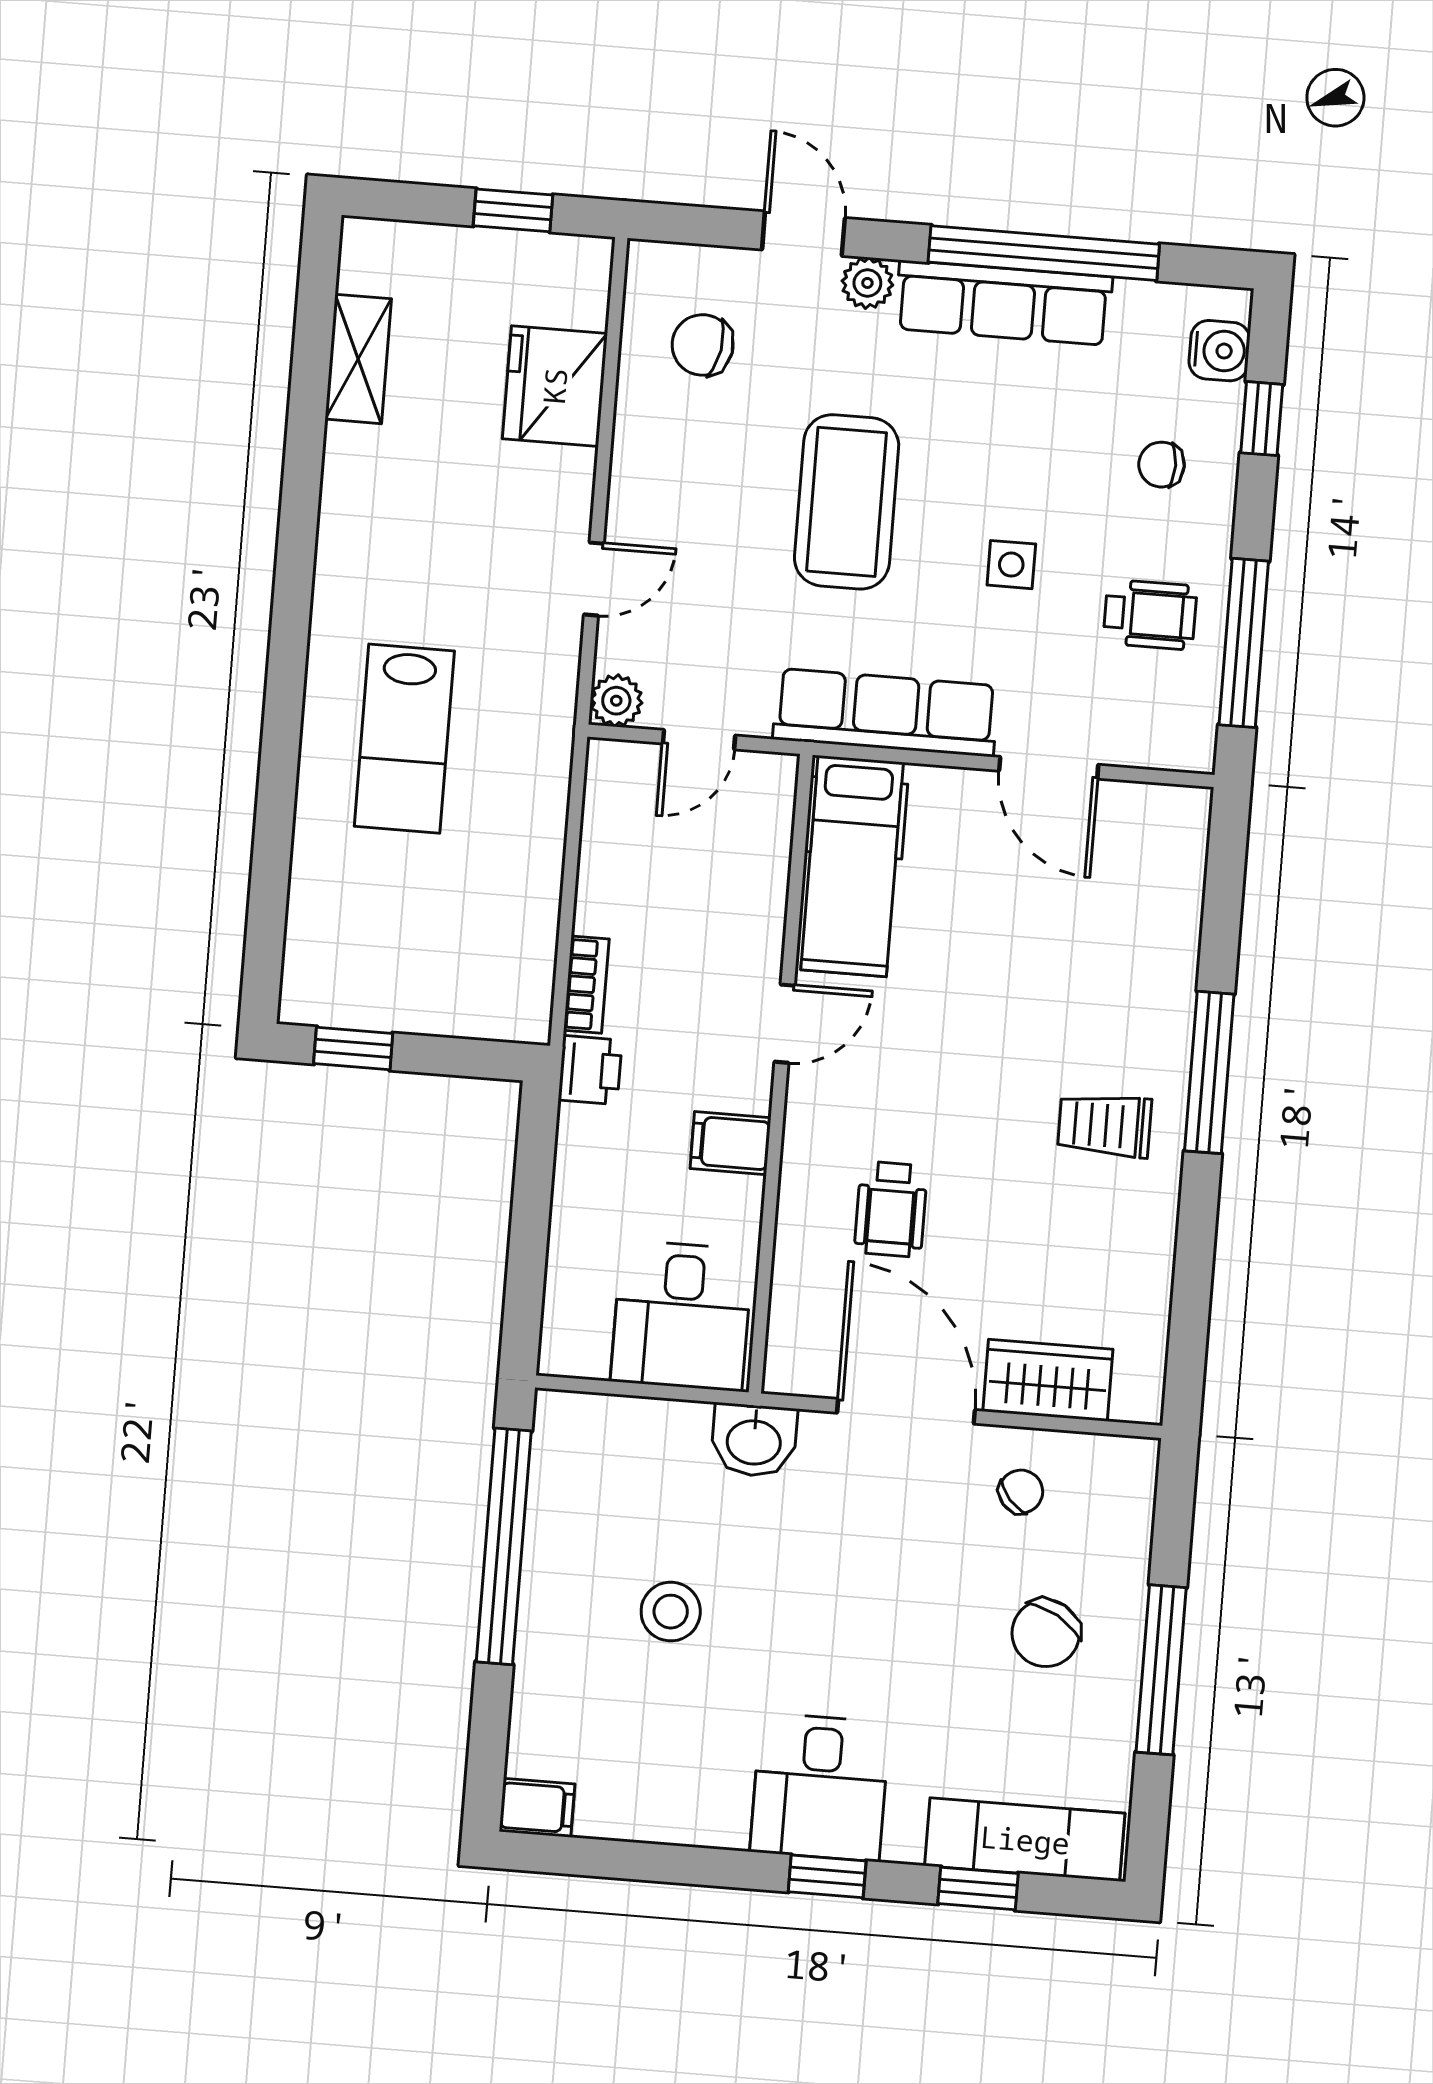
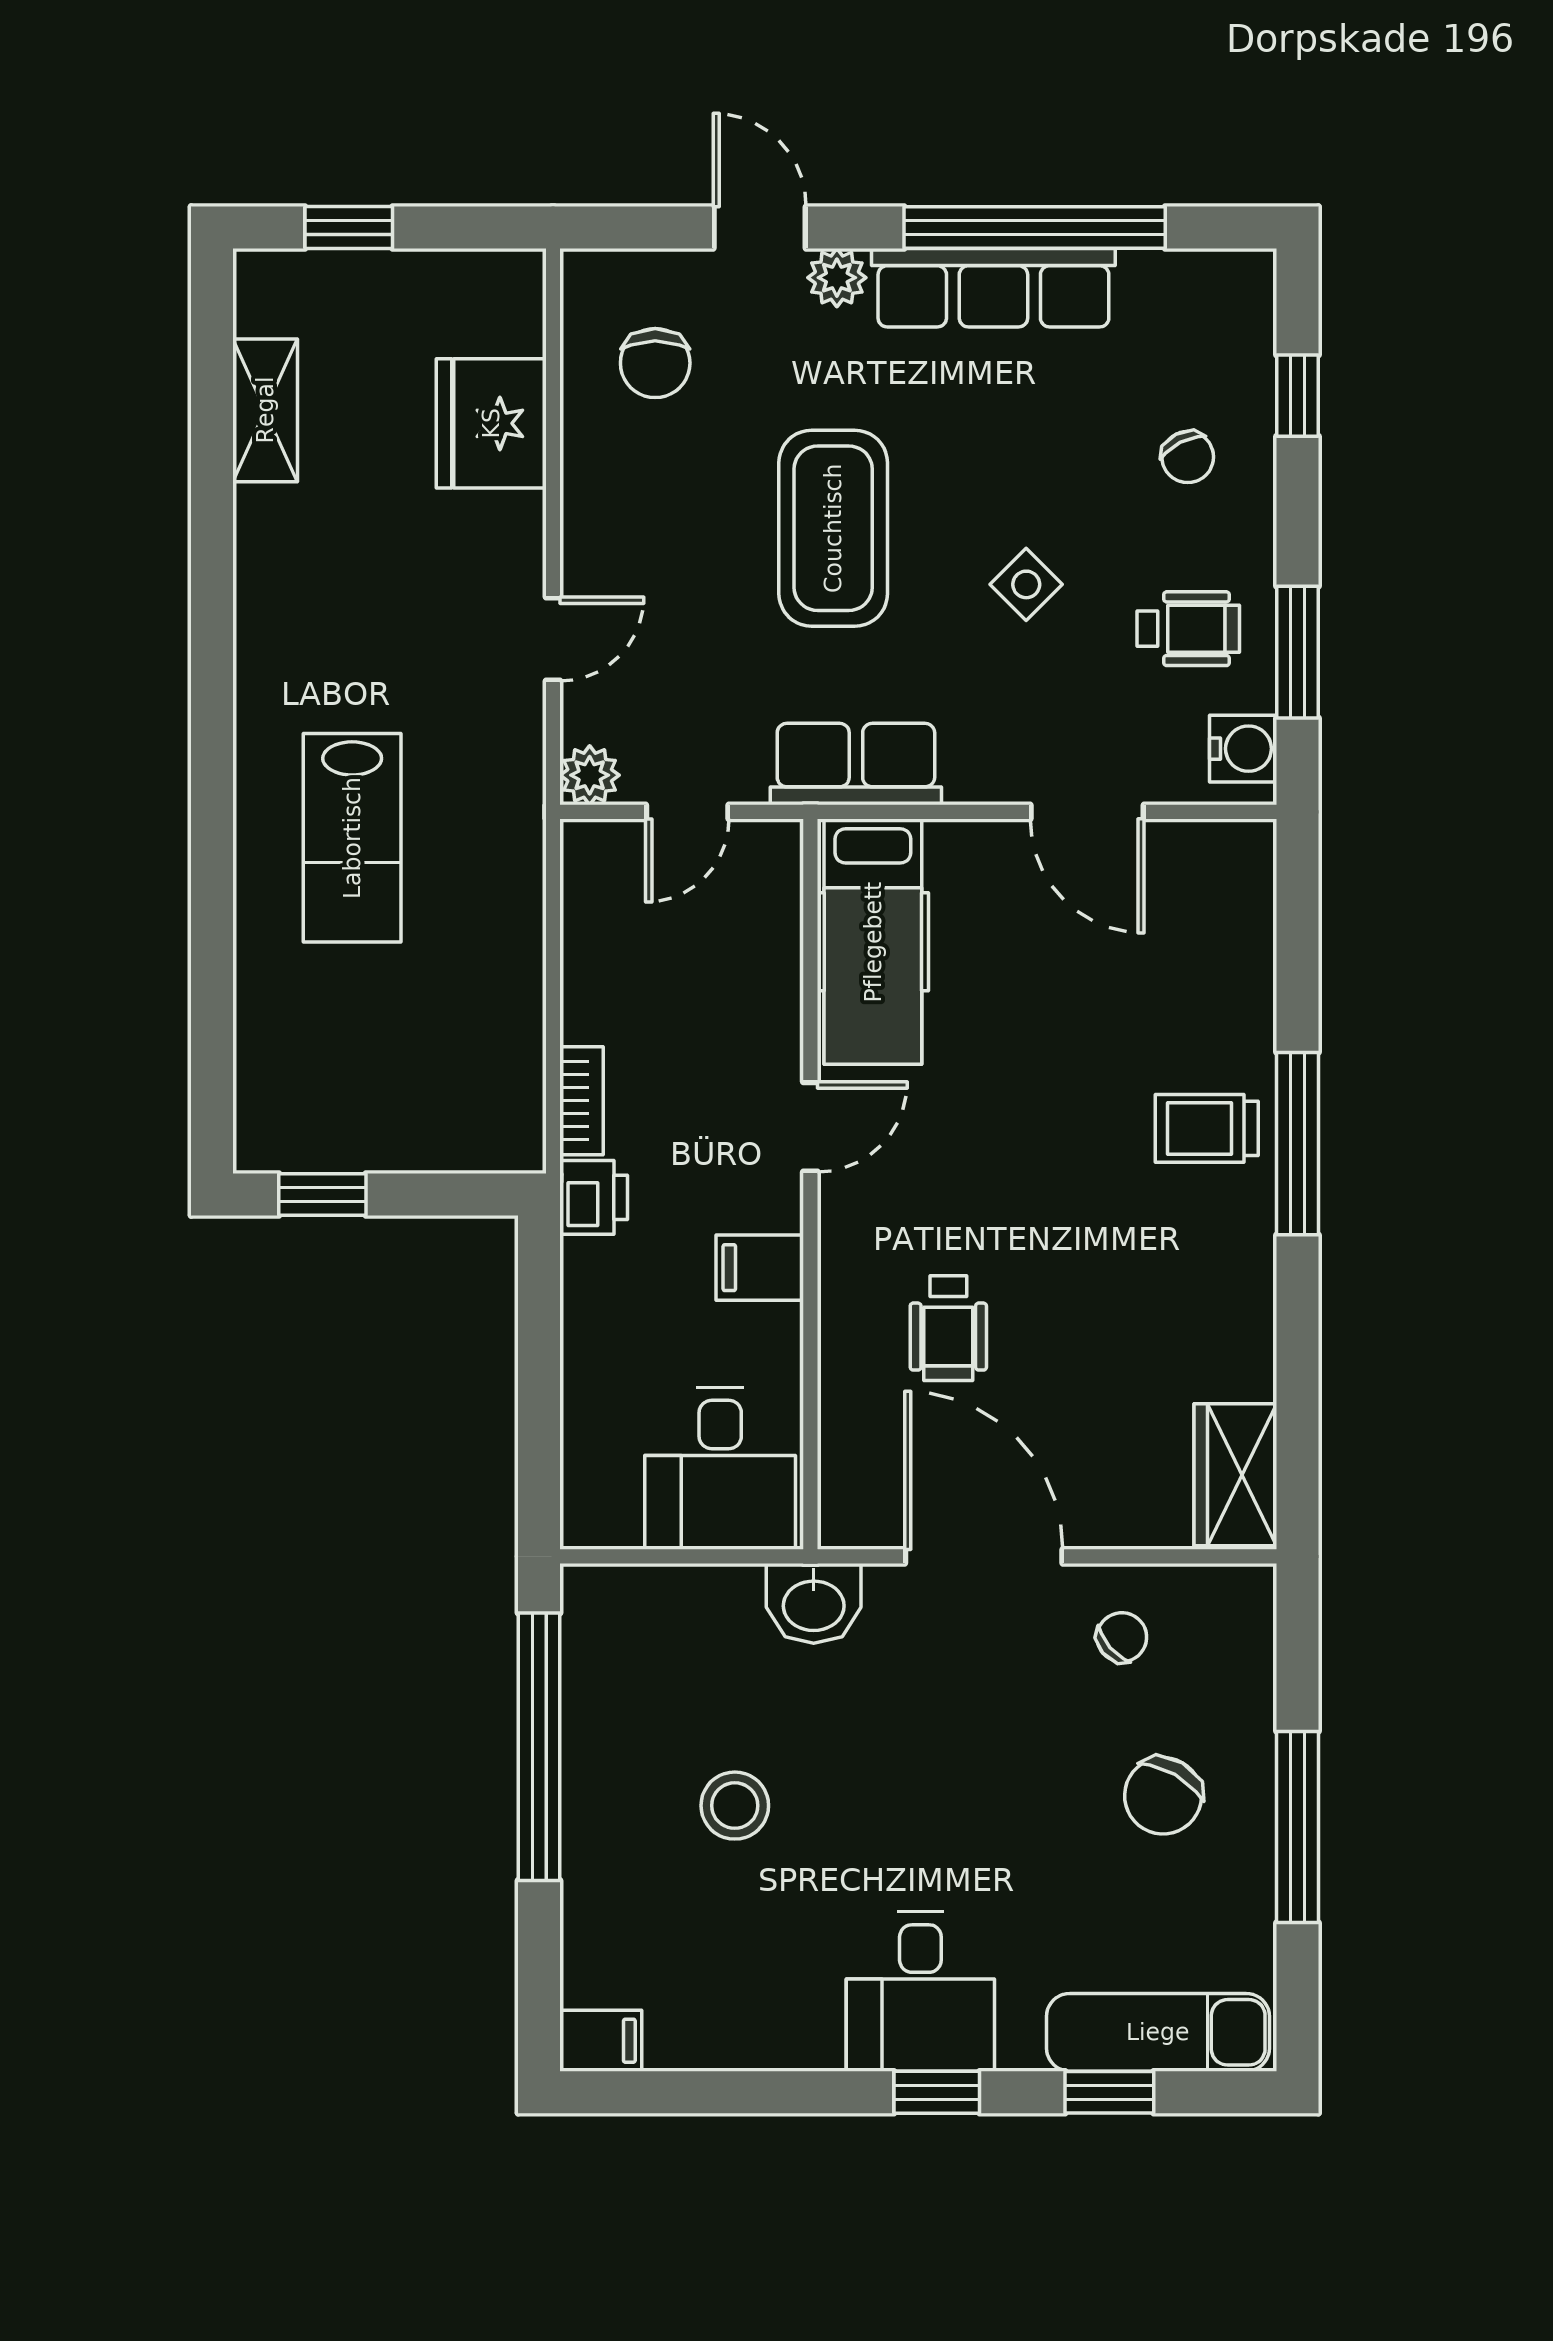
window: (513, 210) -> (349, 227), moved
chair: (703, 345) -> (655, 363), turned -100
water cooler: (1219, 351) -> (1243, 749), moved
chair: (1161, 465) -> (1188, 457), turned -117
side table: (1011, 565) -> (1026, 584), turned 45
window: (1244, 643) -> (1298, 652), width x0.69
row of seats: (886, 713) -> (856, 764), width x0.68
trolley: (1105, 1125) -> (1207, 1128), moved
wardrobe: (1048, 1380) -> (1235, 1475), moved, turned -90

